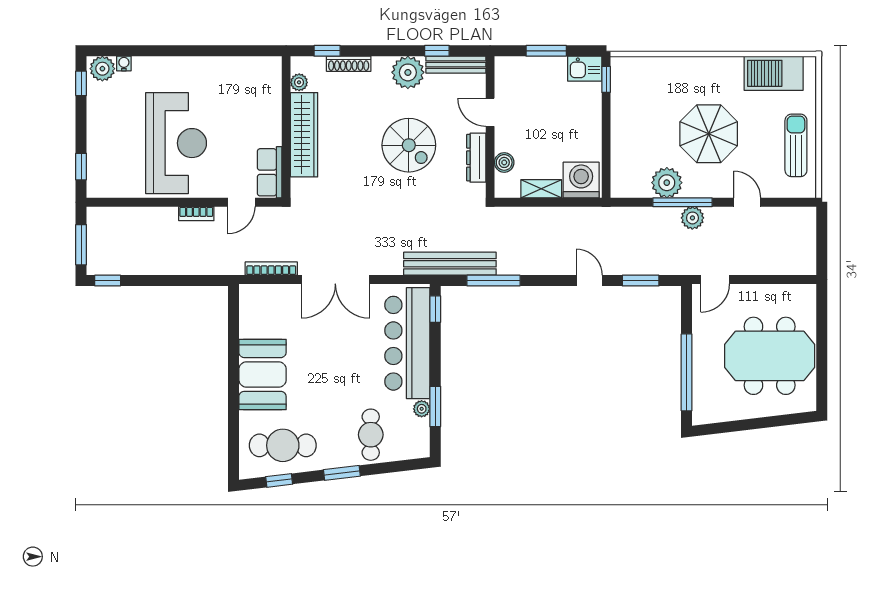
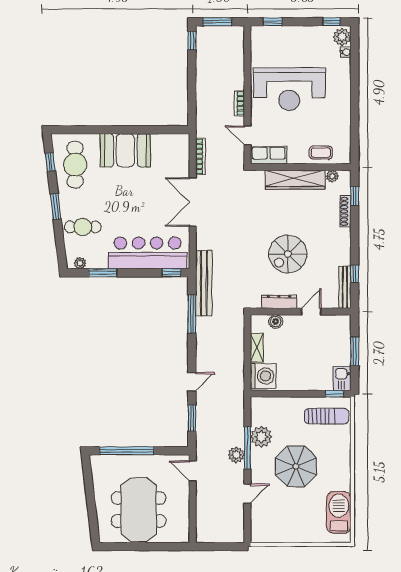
plant: (408, 72) -> (339, 253), removed
coffee table: (266, 99) -> (321, 153), added
sun lounger: (796, 145) -> (327, 416), moved
plant: (422, 409) -> (80, 263), moved

